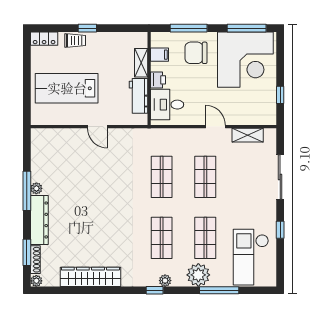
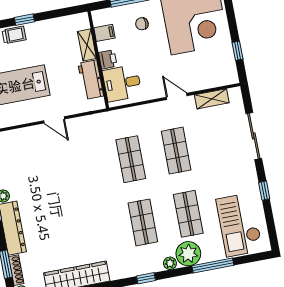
chair: (196, 53) -> (142, 24), width x0.54, depth x0.54
plant: (165, 281) -> (170, 263), moved

